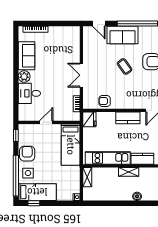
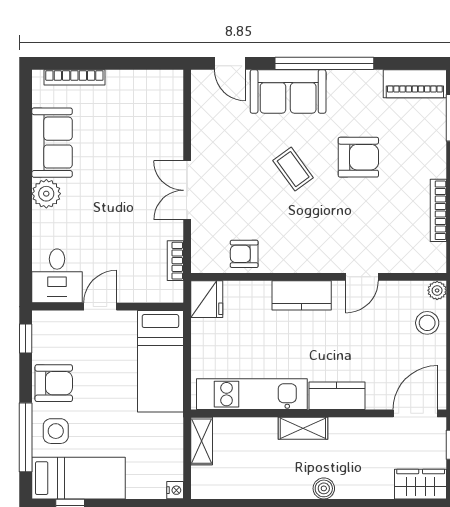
desk: (29, 93) -> (57, 276), moved, turned -90
armchair: (27, 154) -> (54, 383), turned 90
window: (16, 176) -> (26, 437), width x0.68

